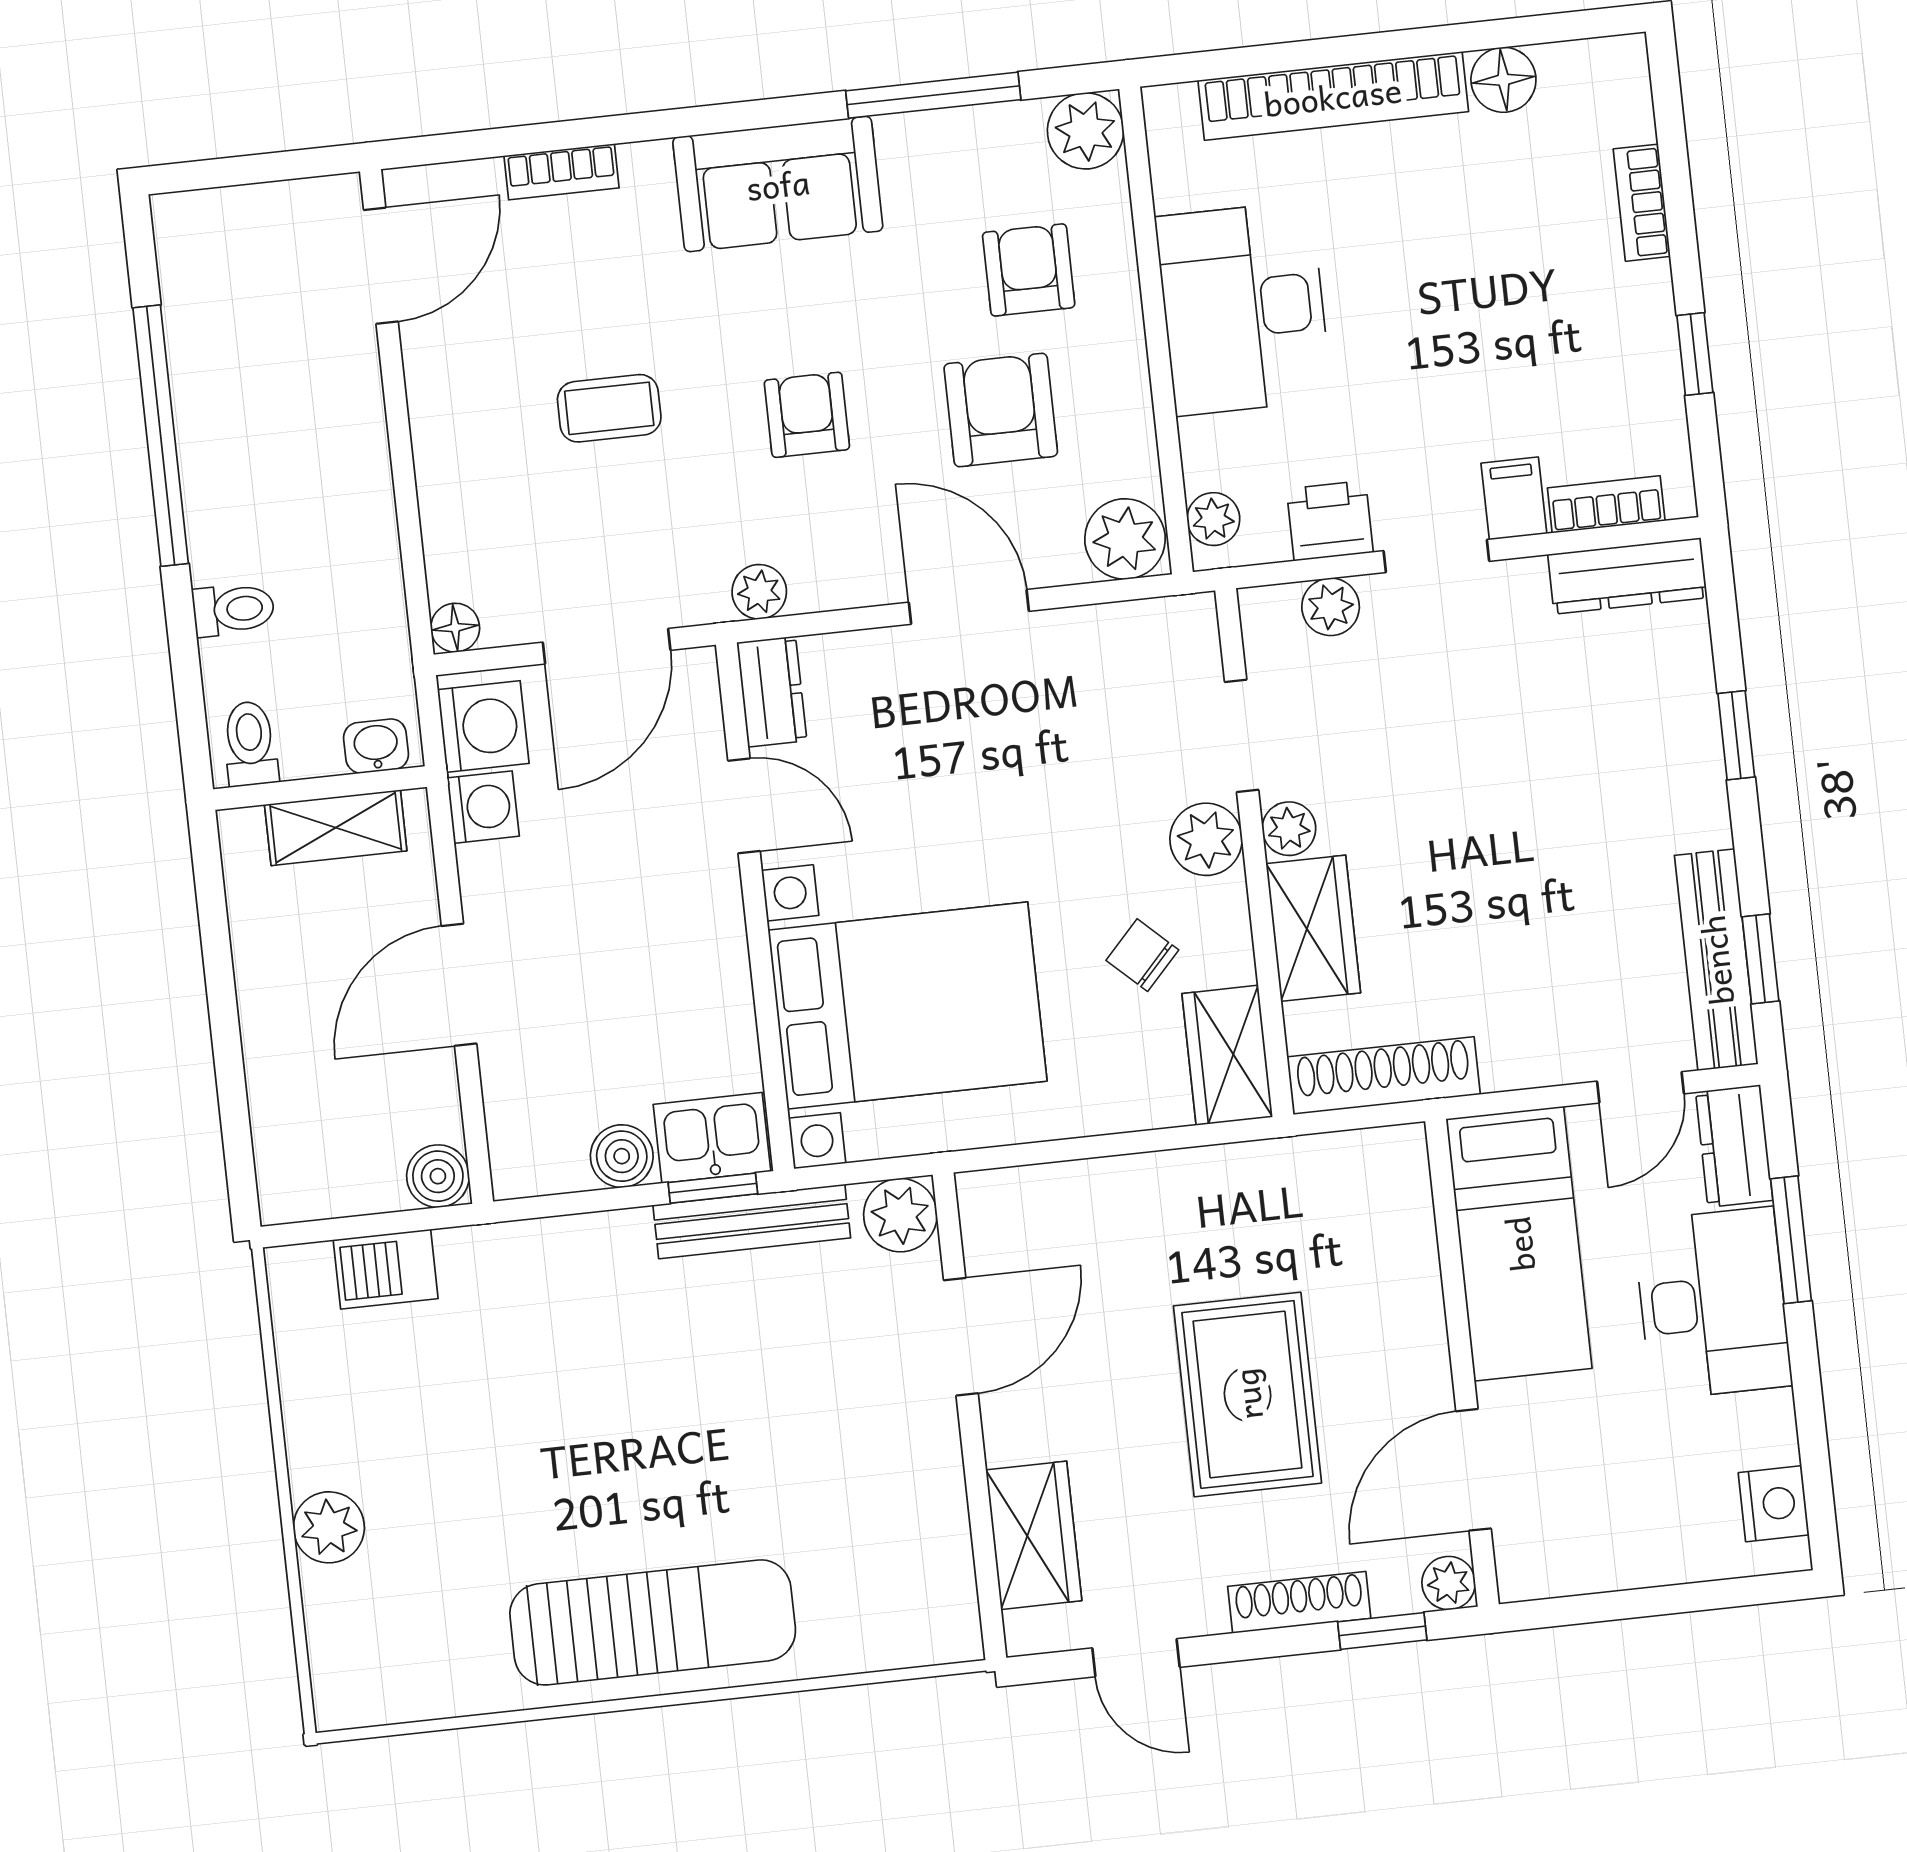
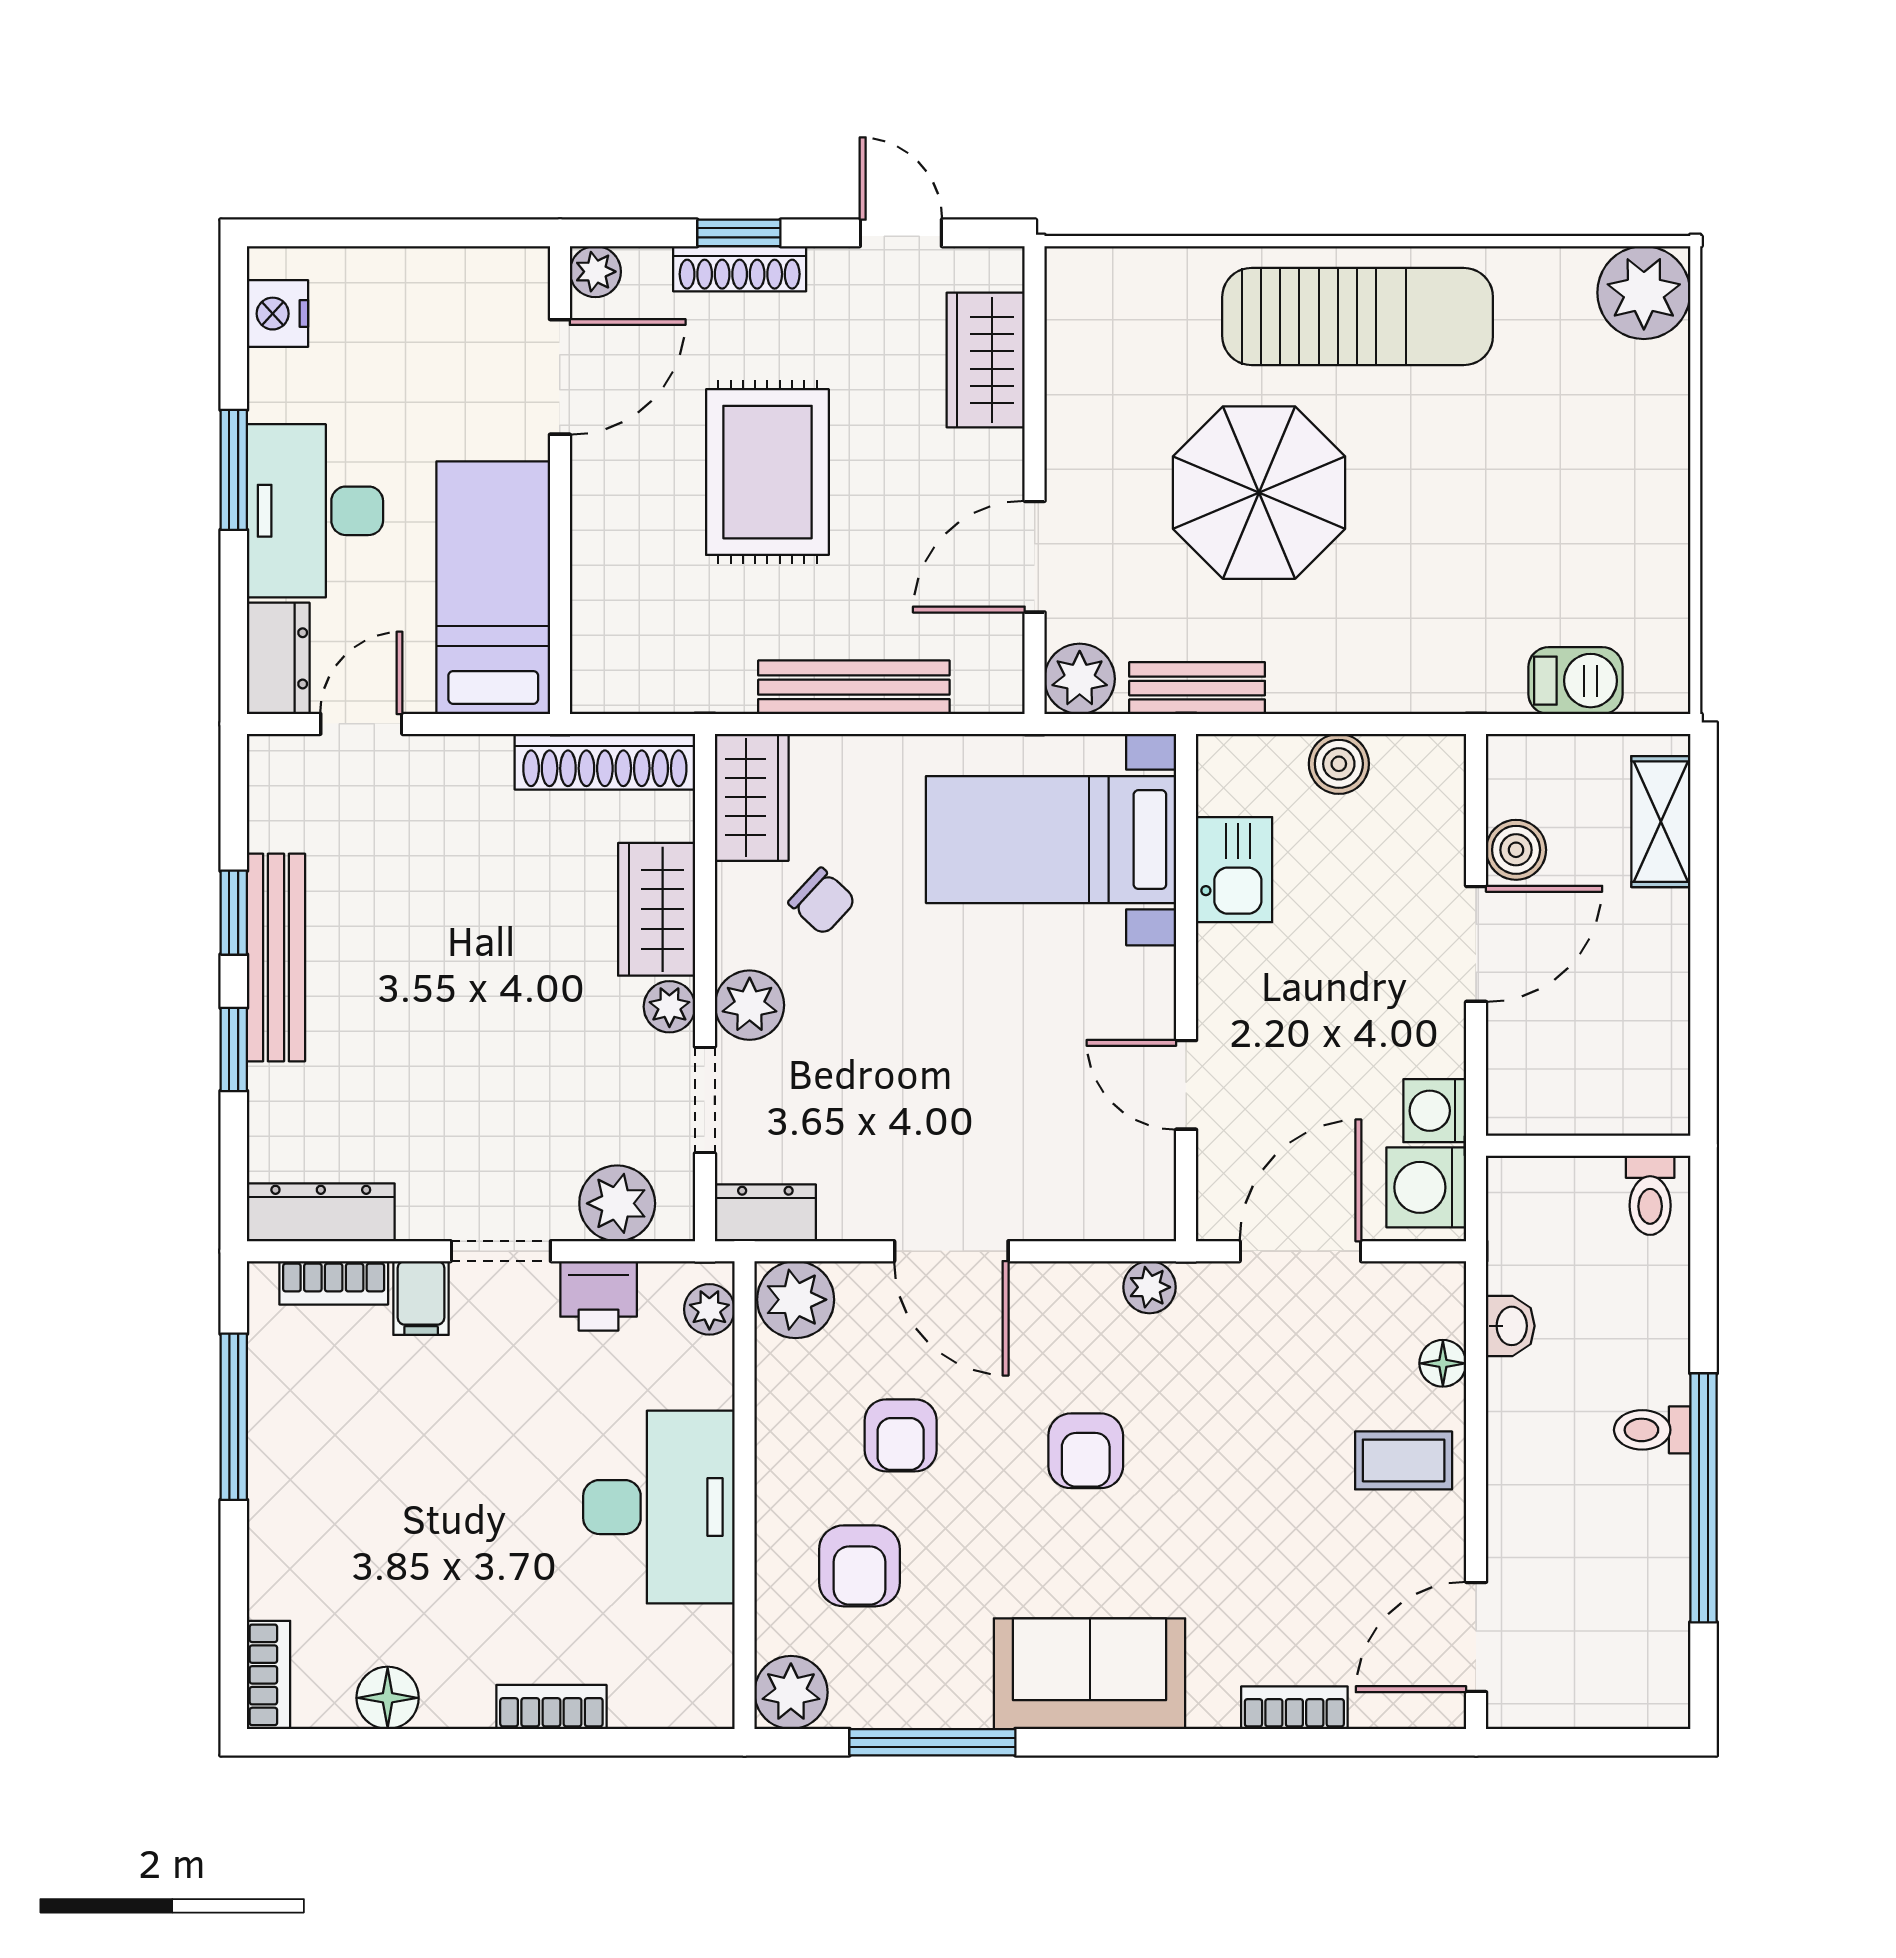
bookcase: (1333, 96) -> (551, 1707), width x0.43, depth x0.76
bookcase: (1642, 203) -> (269, 1675), moved
window: (1695, 354) -> (234, 1417), width x2.17
coffee table: (609, 408) -> (1404, 1460), moved
armchair: (1001, 410) -> (901, 1435), width x0.72, depth x0.72
plant: (1331, 607) -> (617, 1203), width x1.38, depth x1.38
toilet: (233, 609) -> (1652, 1430), moved
floor lamp: (455, 628) -> (1443, 1363), moved
dresser: (772, 692) -> (765, 1213), moved, turned 90
washbasin: (376, 746) -> (1510, 1326), moved, turned -90
shelving: (336, 828) -> (1661, 822), moved, turned 90
window: (1760, 959) -> (234, 913), moved
bench: (1716, 960) -> (276, 957), moved
bed with nightstands: (907, 1006) -> (1051, 840), width x0.73
kitchen sink: (712, 1138) -> (1234, 870), moved, turned -90
boiler: (438, 1176) -> (1516, 850), moved
bench: (1134, 1181) -> (854, 687), added
window: (713, 1188) -> (1255, 724), removed
bench: (752, 1222) -> (1197, 688), width x0.73
window: (1791, 1240) -> (234, 470), moved
parasol: (735, 1429) -> (1259, 493), added
plant: (329, 1527) -> (1644, 293), moved, width x1.36, depth x1.36
sun lounger: (653, 1622) -> (1358, 317), turned 180
window: (1382, 1631) -> (739, 233), moved

